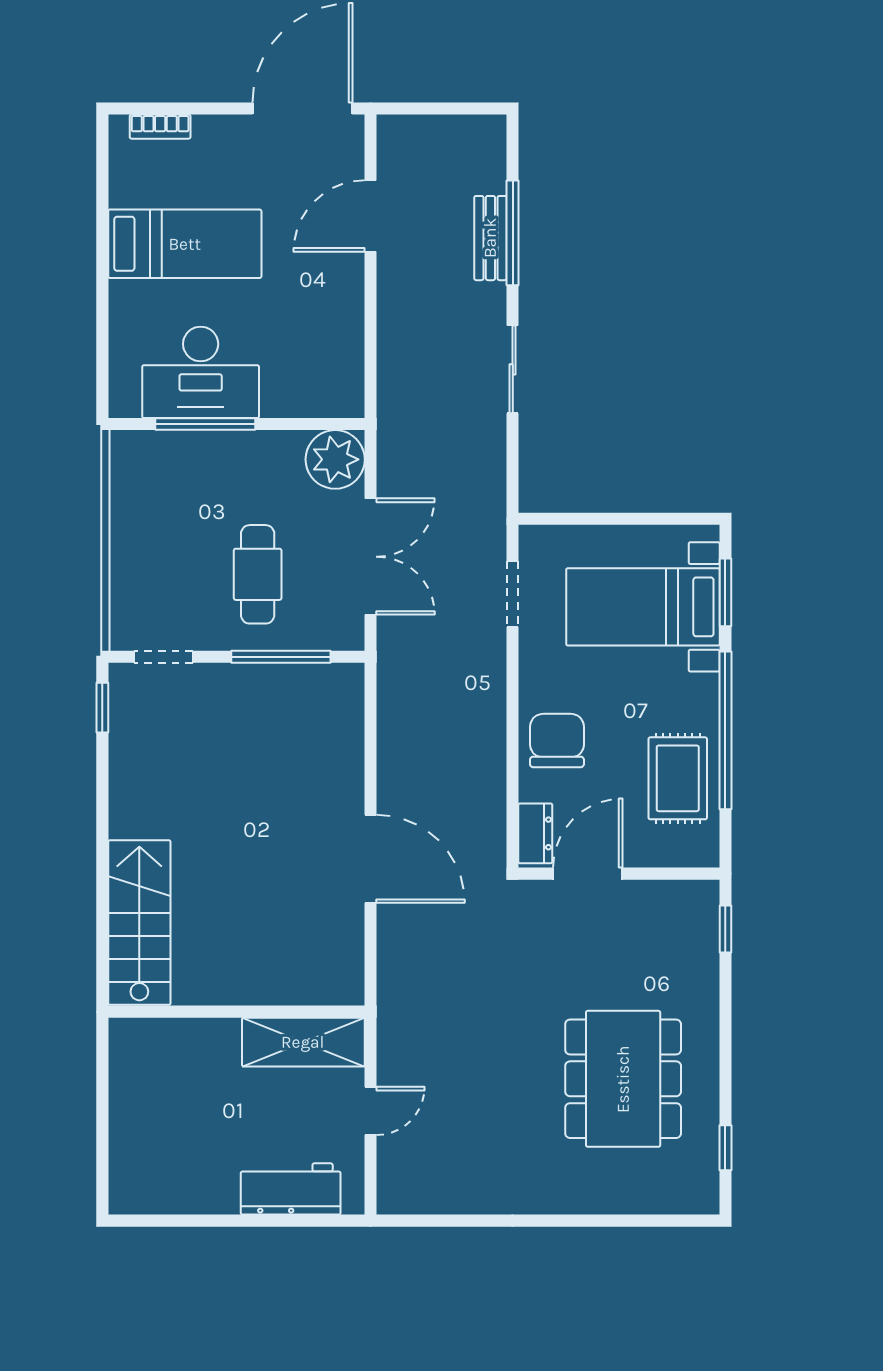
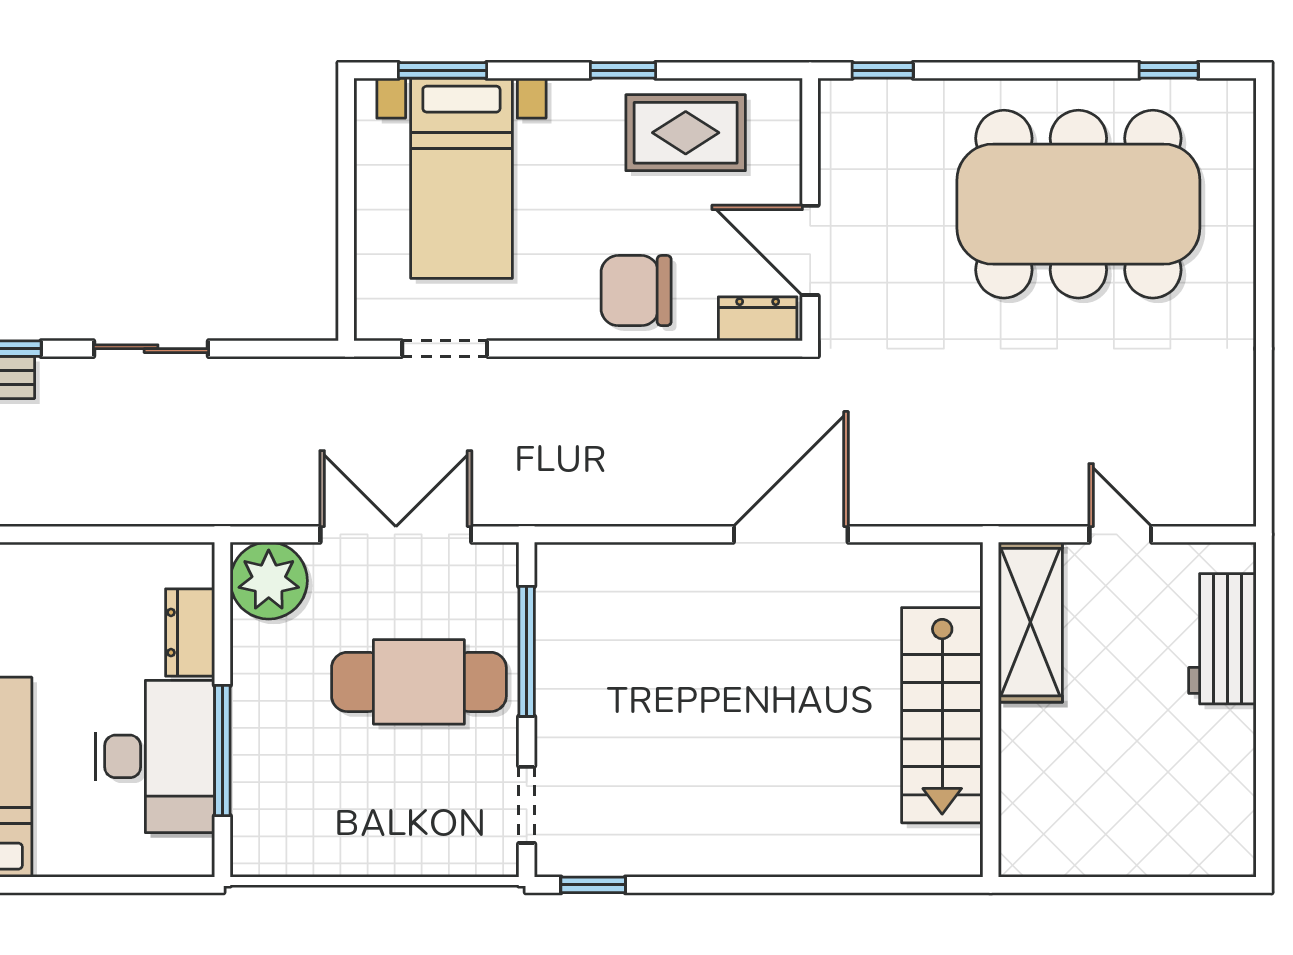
dresser: (295, 399) -> (190, 632), added
cafe table: (258, 574) -> (419, 682), width x1.37, depth x1.35
window: (725, 730) -> (623, 70), width x0.32
stairs: (139, 923) -> (942, 715), moved, turned -90
dining table: (623, 1079) -> (1078, 204), width x1.36, depth x1.24

